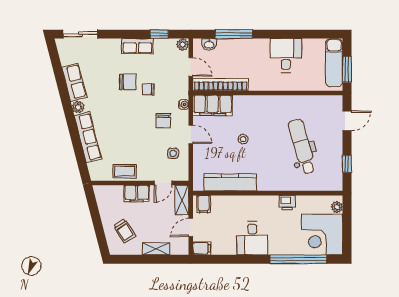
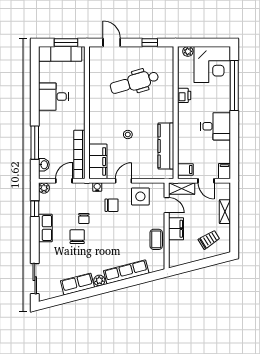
side table: (173, 153) -> (140, 196), width x1.87, depth x1.87

